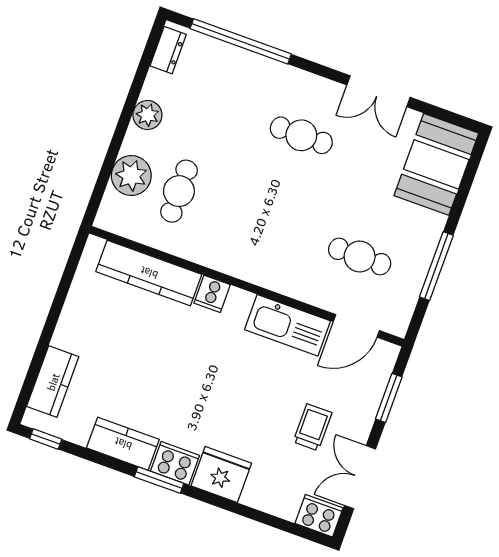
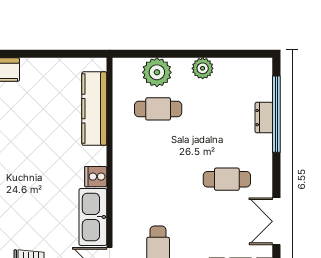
dresser: (168, 50) -> (264, 118), moved, turned 90
cafe table: (301, 135) -> (227, 179), turned 90
cooker: (212, 294) -> (96, 177), moved

